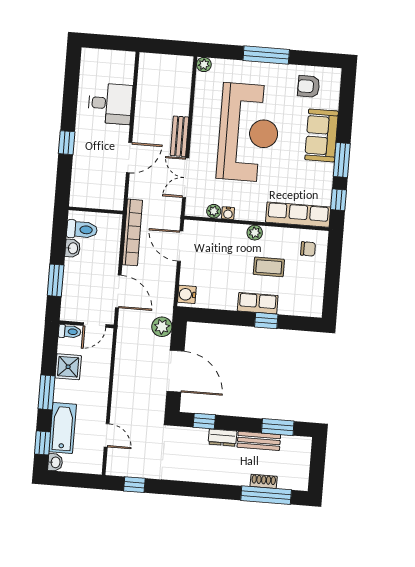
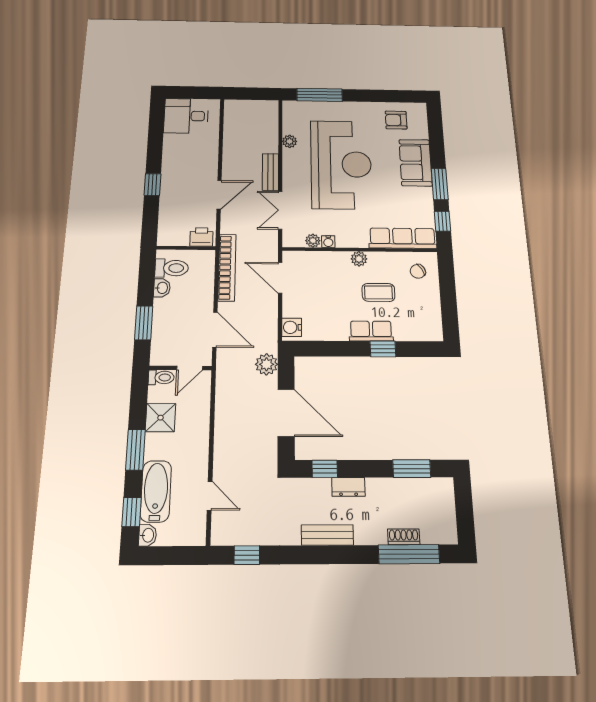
window: (266, 55) -> (320, 95), moved
plant: (204, 64) -> (290, 141), moved
desk: (110, 104) -> (186, 116), moved, turned 180
printer: (110, 200) -> (201, 237), added
chair: (308, 249) -> (418, 271), turned 149
bench: (259, 441) -> (327, 535), moved

